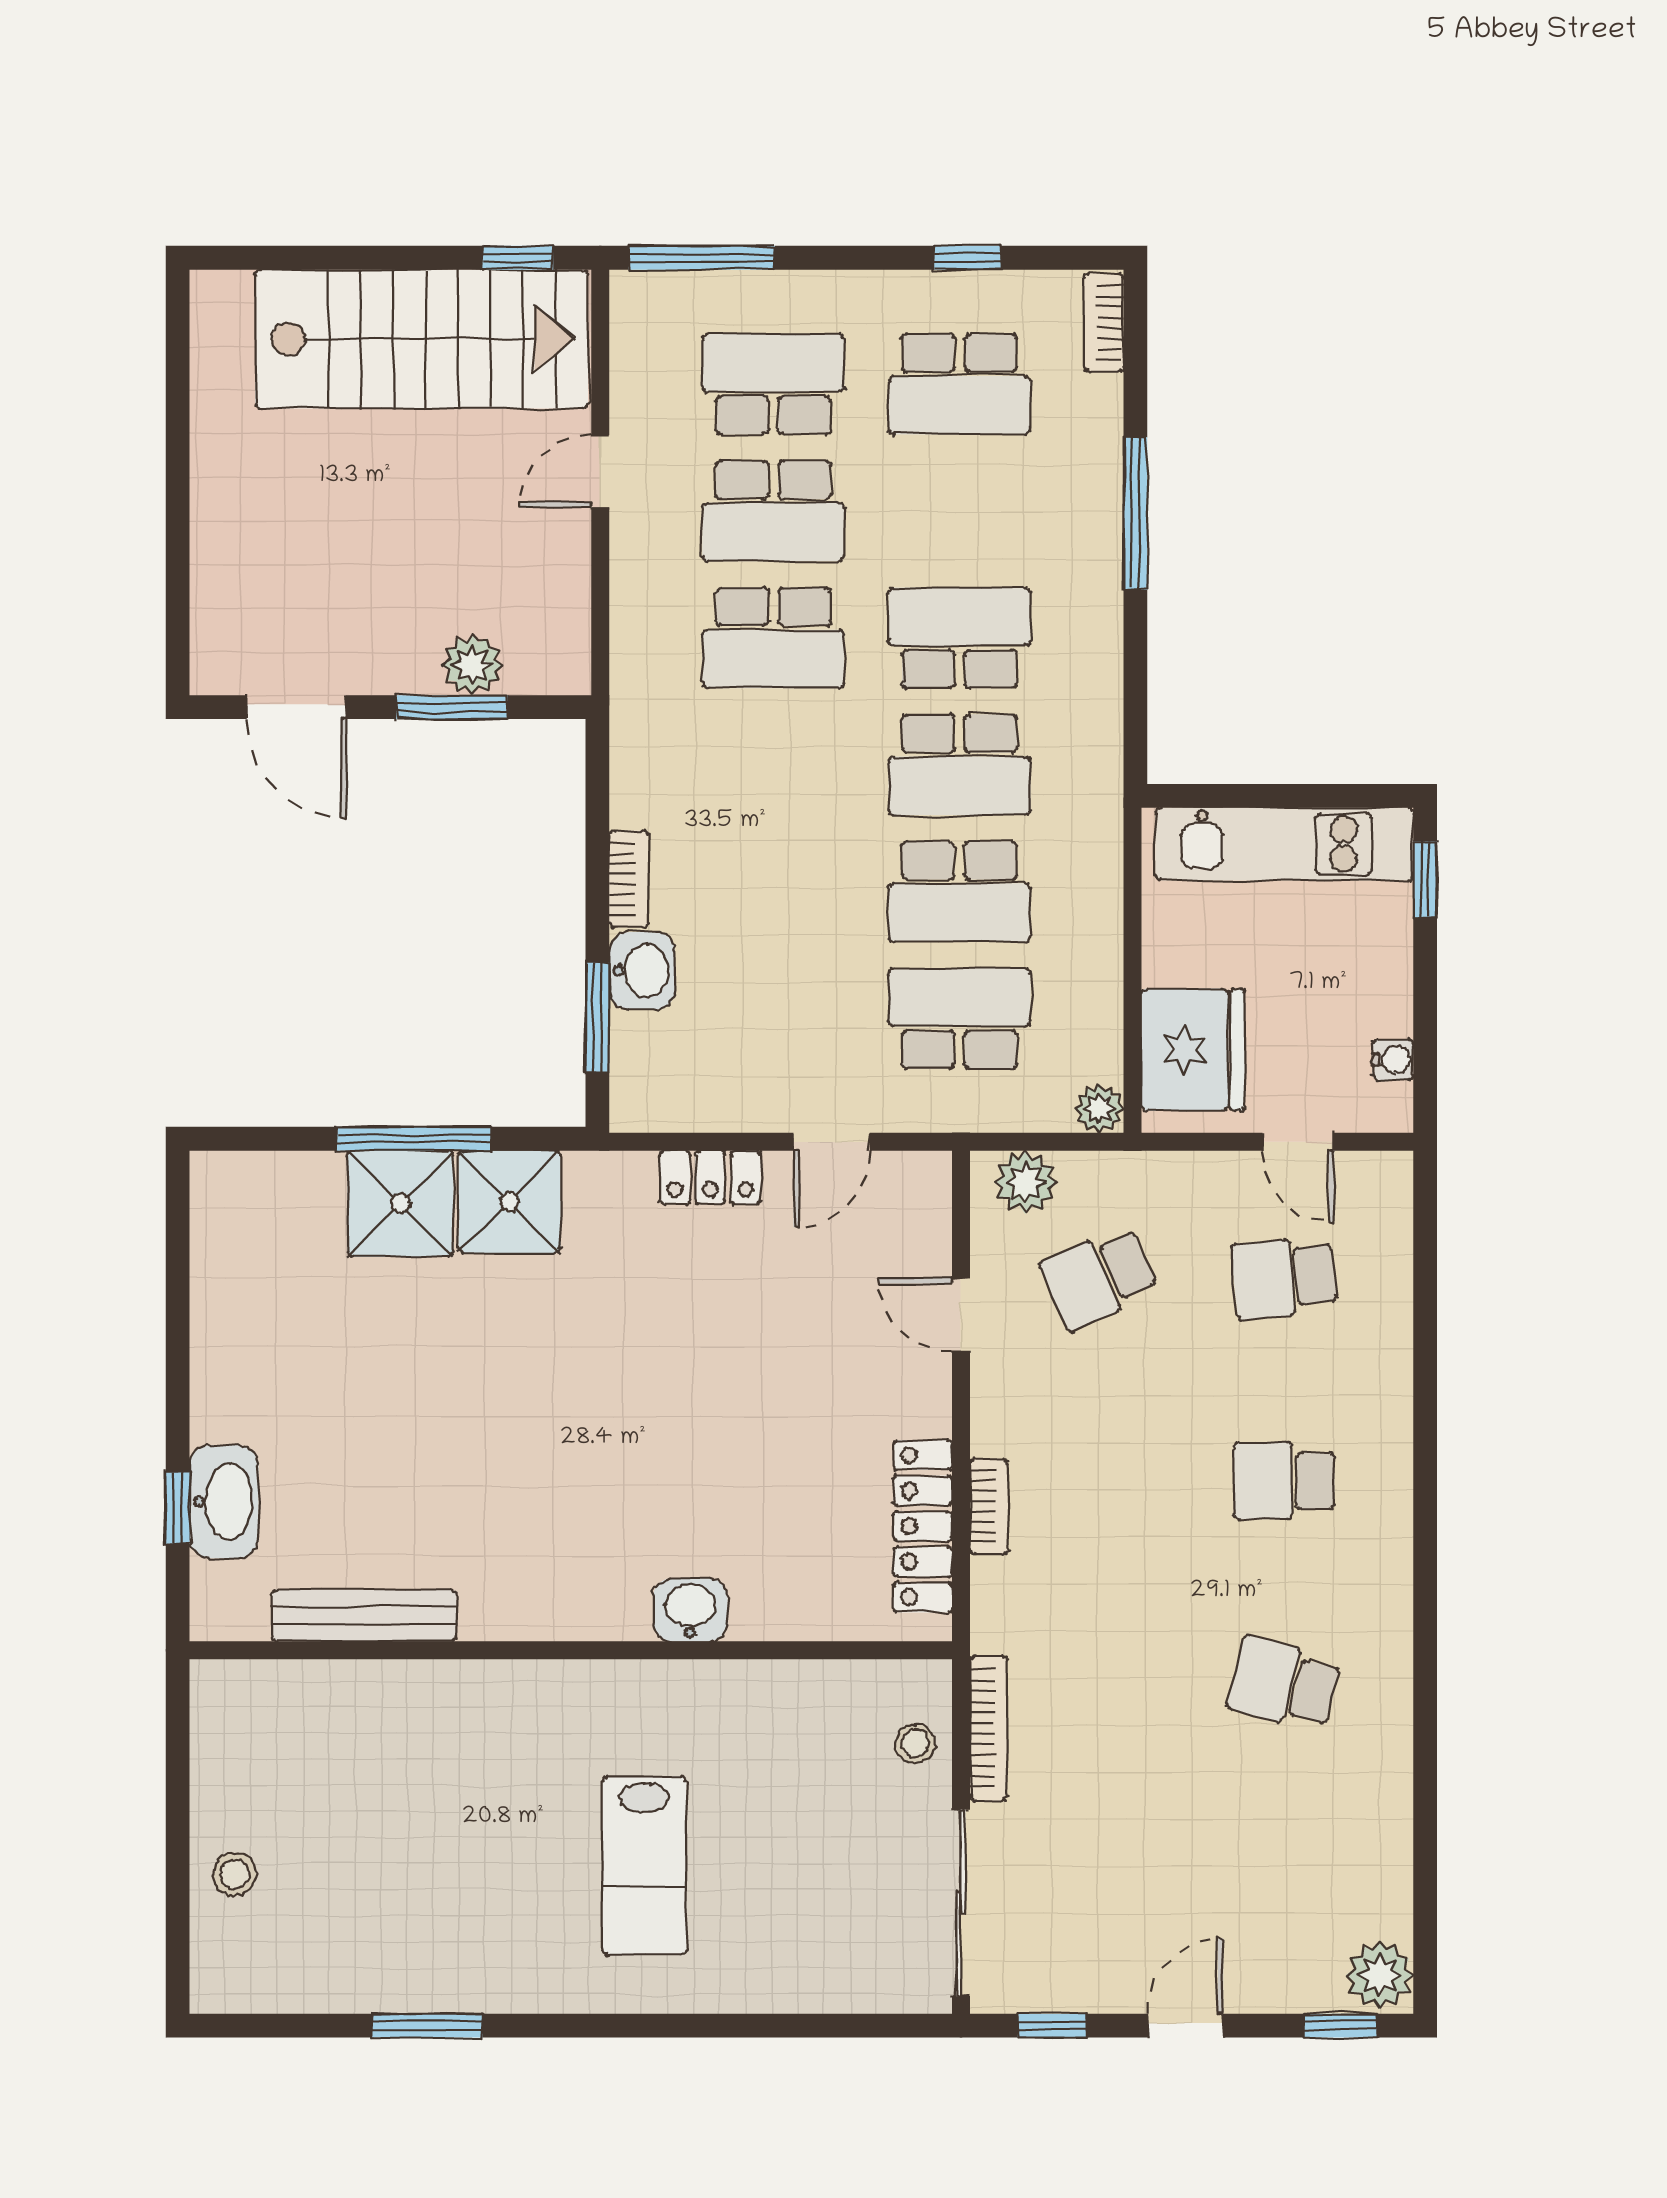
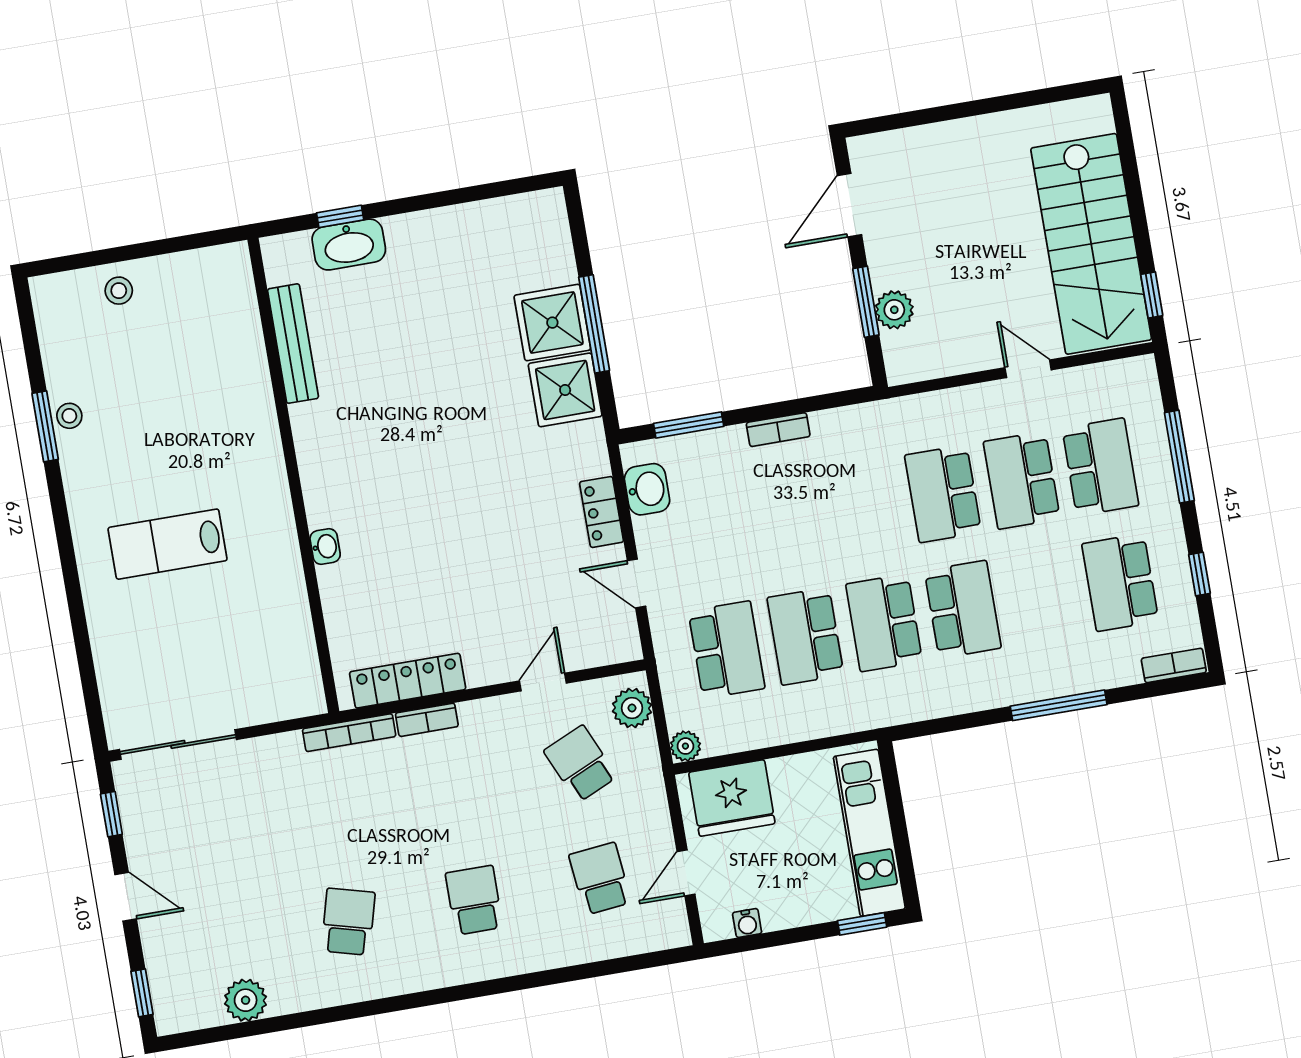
window: (702, 258) -> (1179, 457), moved
washbasin: (642, 971) -> (647, 489), moved, turned -90
washbasin: (690, 1610) -> (325, 547), width x0.72, depth x0.69
bookcase: (988, 1728) -> (349, 733), moved
stool: (915, 1743) -> (69, 416), moved
plant: (1380, 1975) -> (246, 1000), moved

